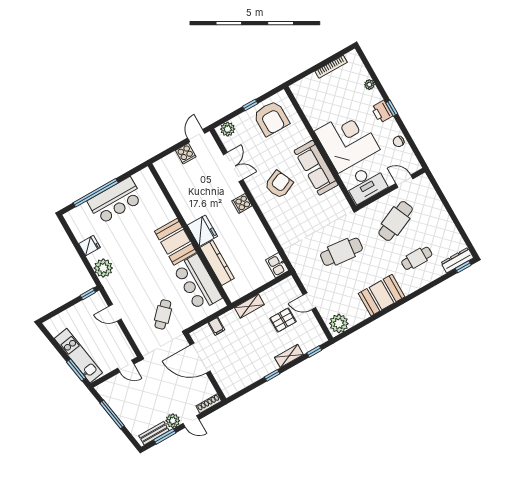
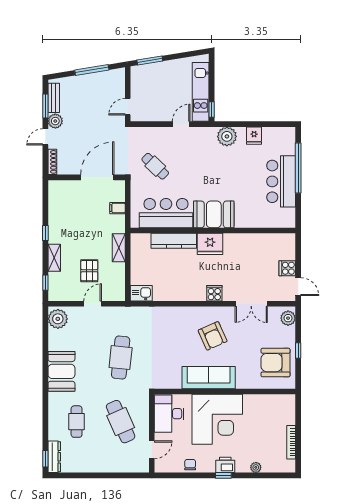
kitchen unit: (78, 356) -> (201, 92), moved, turned 99

